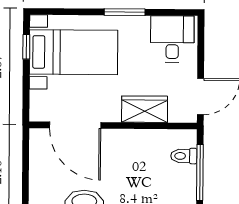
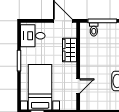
door: (75, 125) -> (78, 86), width x0.53

